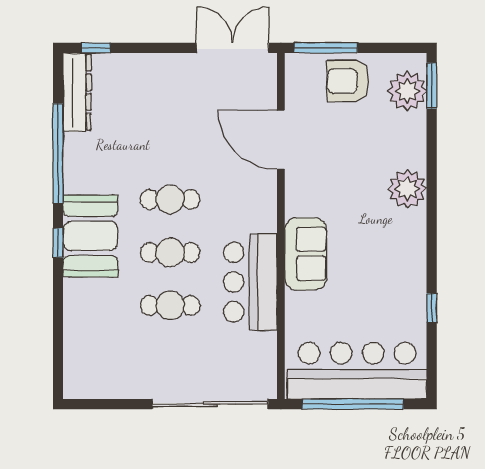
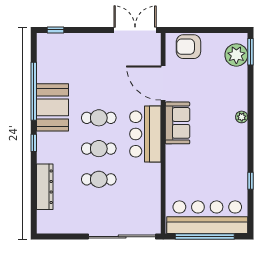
window: (326, 48) -> (189, 30), removed
armchair: (348, 81) -> (188, 47), moved
dresser: (77, 92) -> (45, 187), moved
plant: (407, 189) -> (242, 117), width x0.53, depth x0.53
booth: (90, 236) -> (53, 107), moved
sofa: (306, 254) -> (177, 123), moved
bar counter: (250, 282) -> (145, 134), moved

